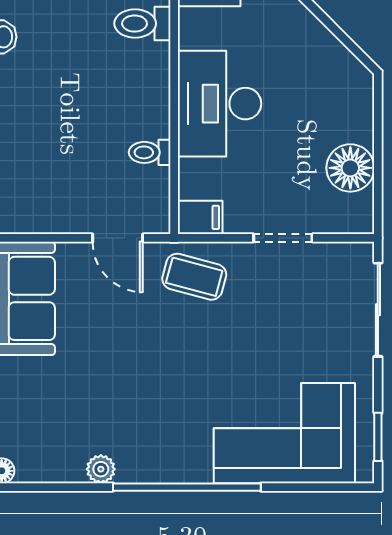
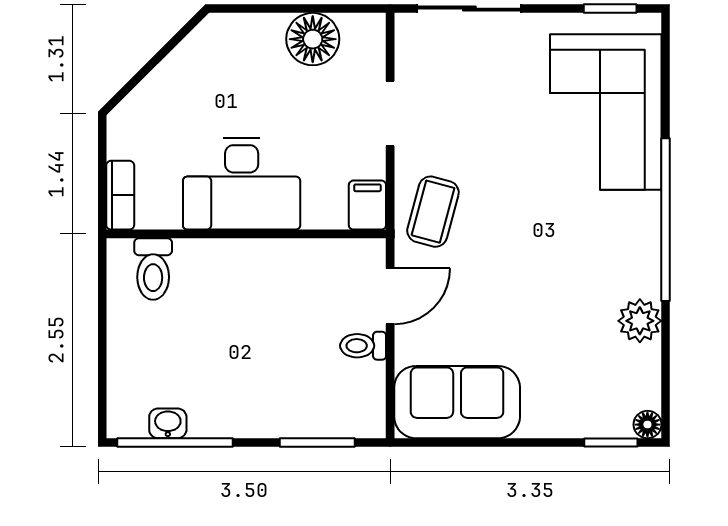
toilet: (150, 152) -> (363, 346), moved, turned 90
plant: (101, 469) -> (640, 321), width x1.38, depth x1.38

